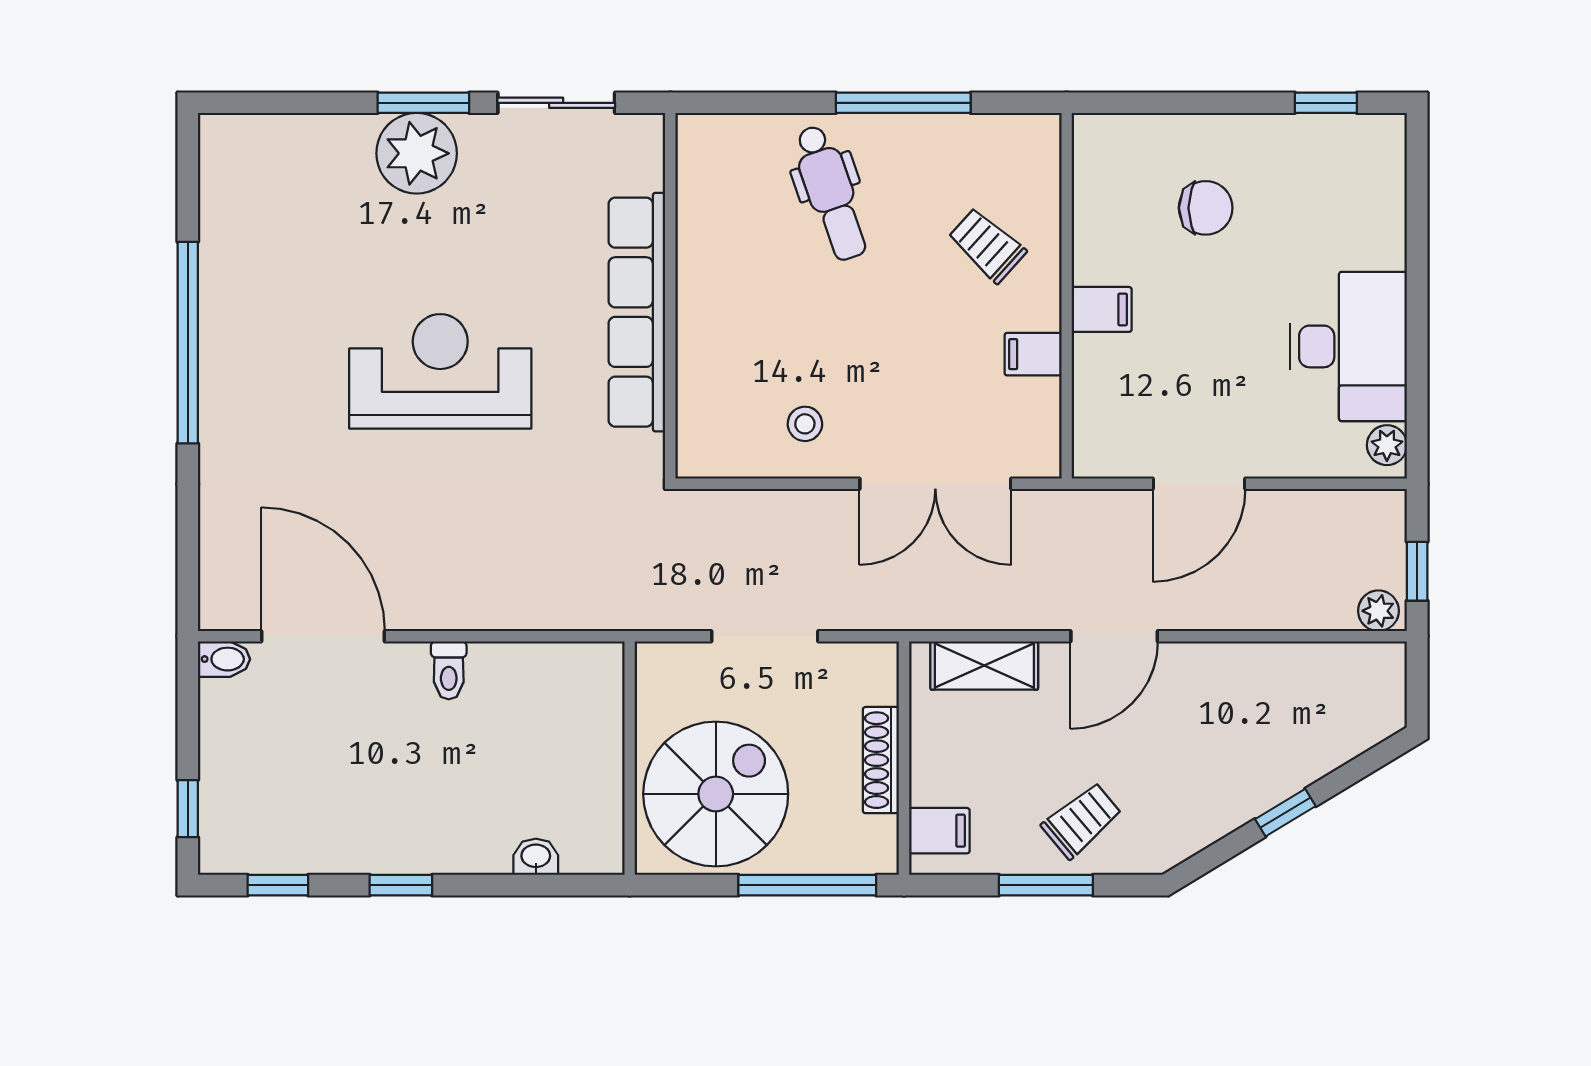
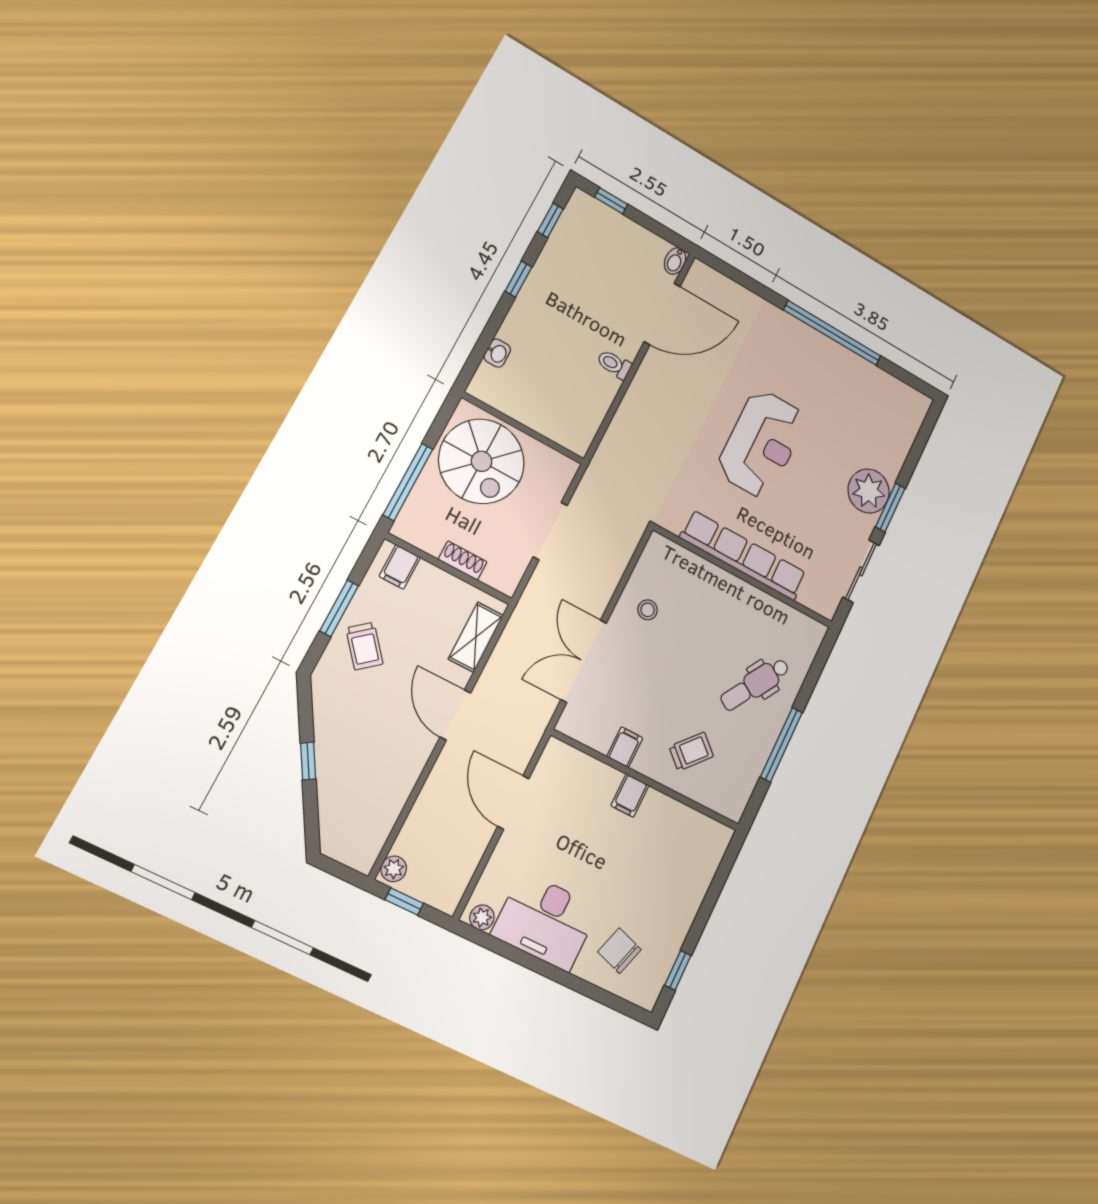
dental chair: (831, 193) -> (755, 684), turned -39
chair: (1206, 208) -> (619, 951), moved, turned 108
shoe rack: (881, 760) -> (463, 561), width x0.70

